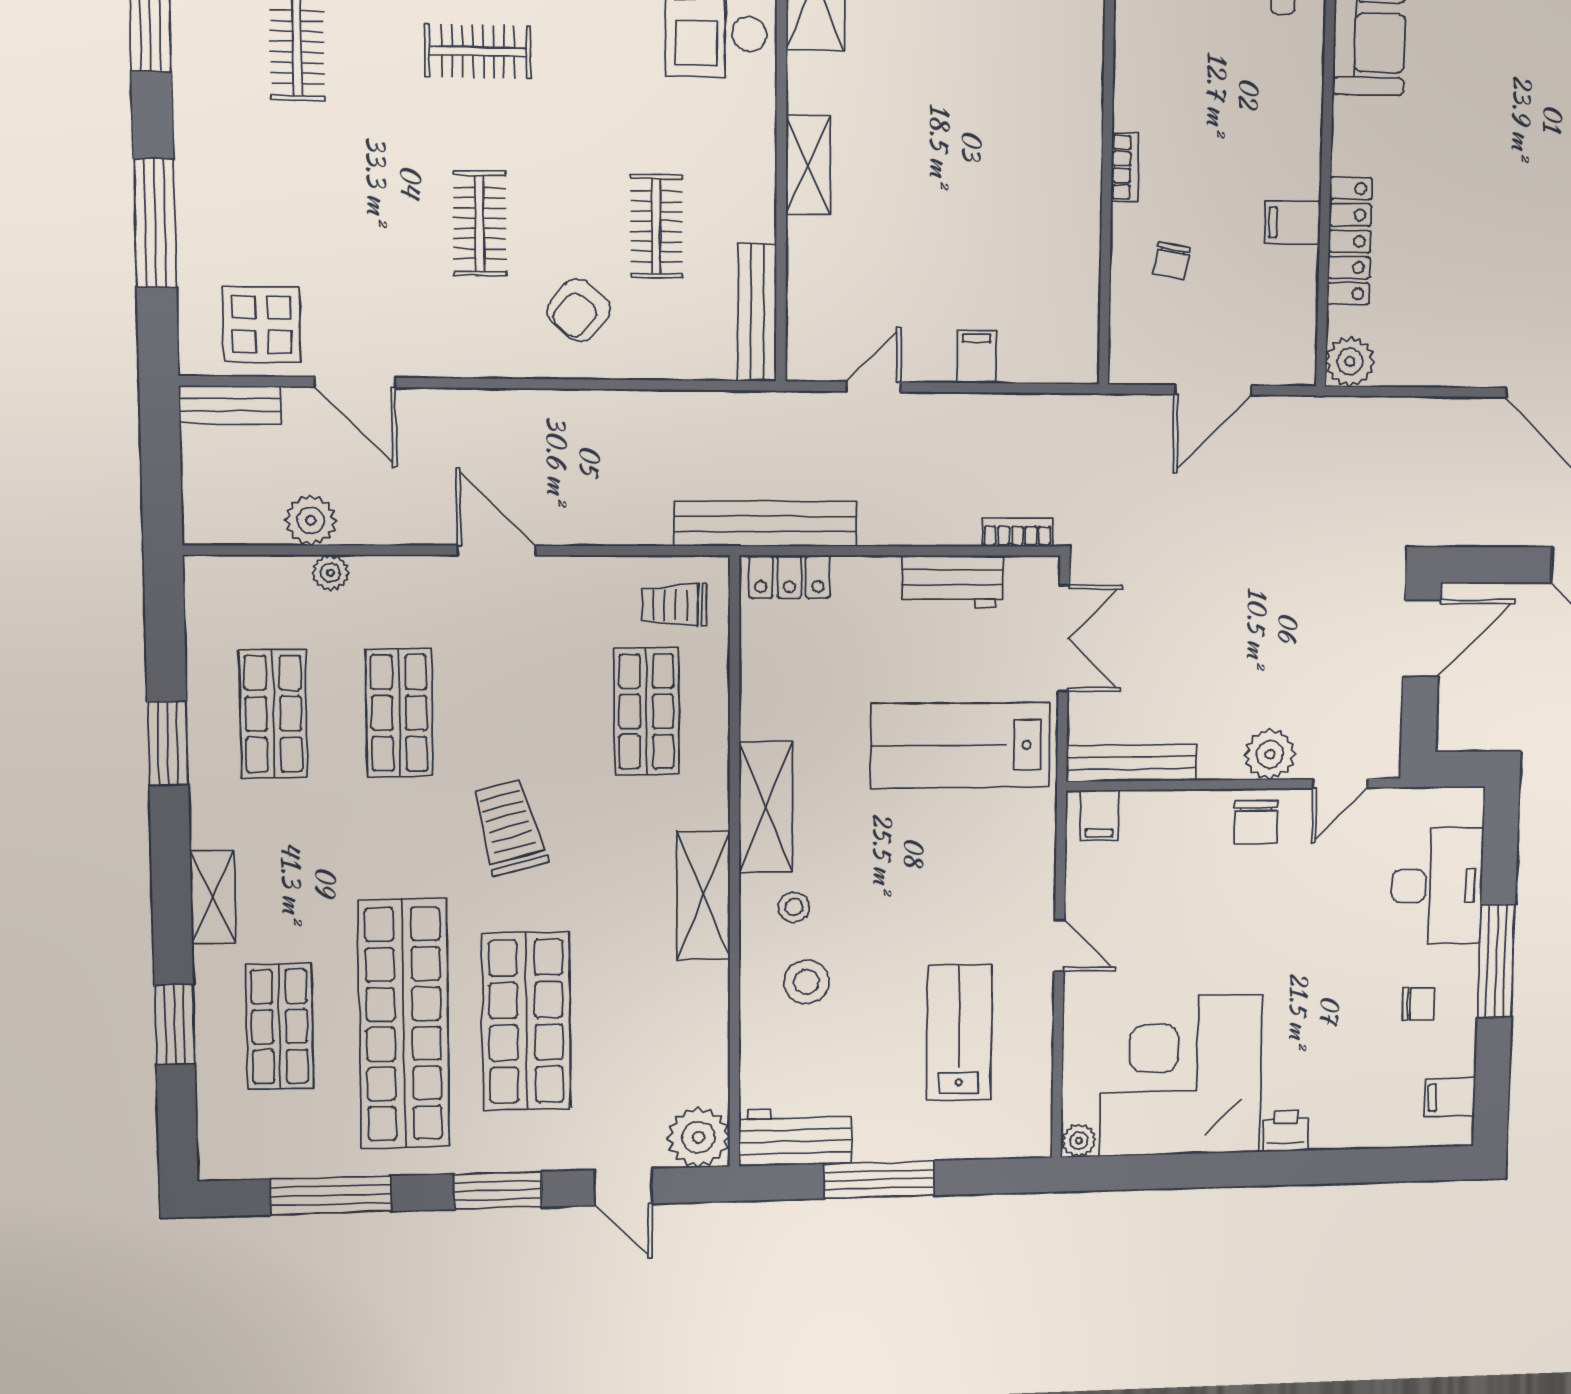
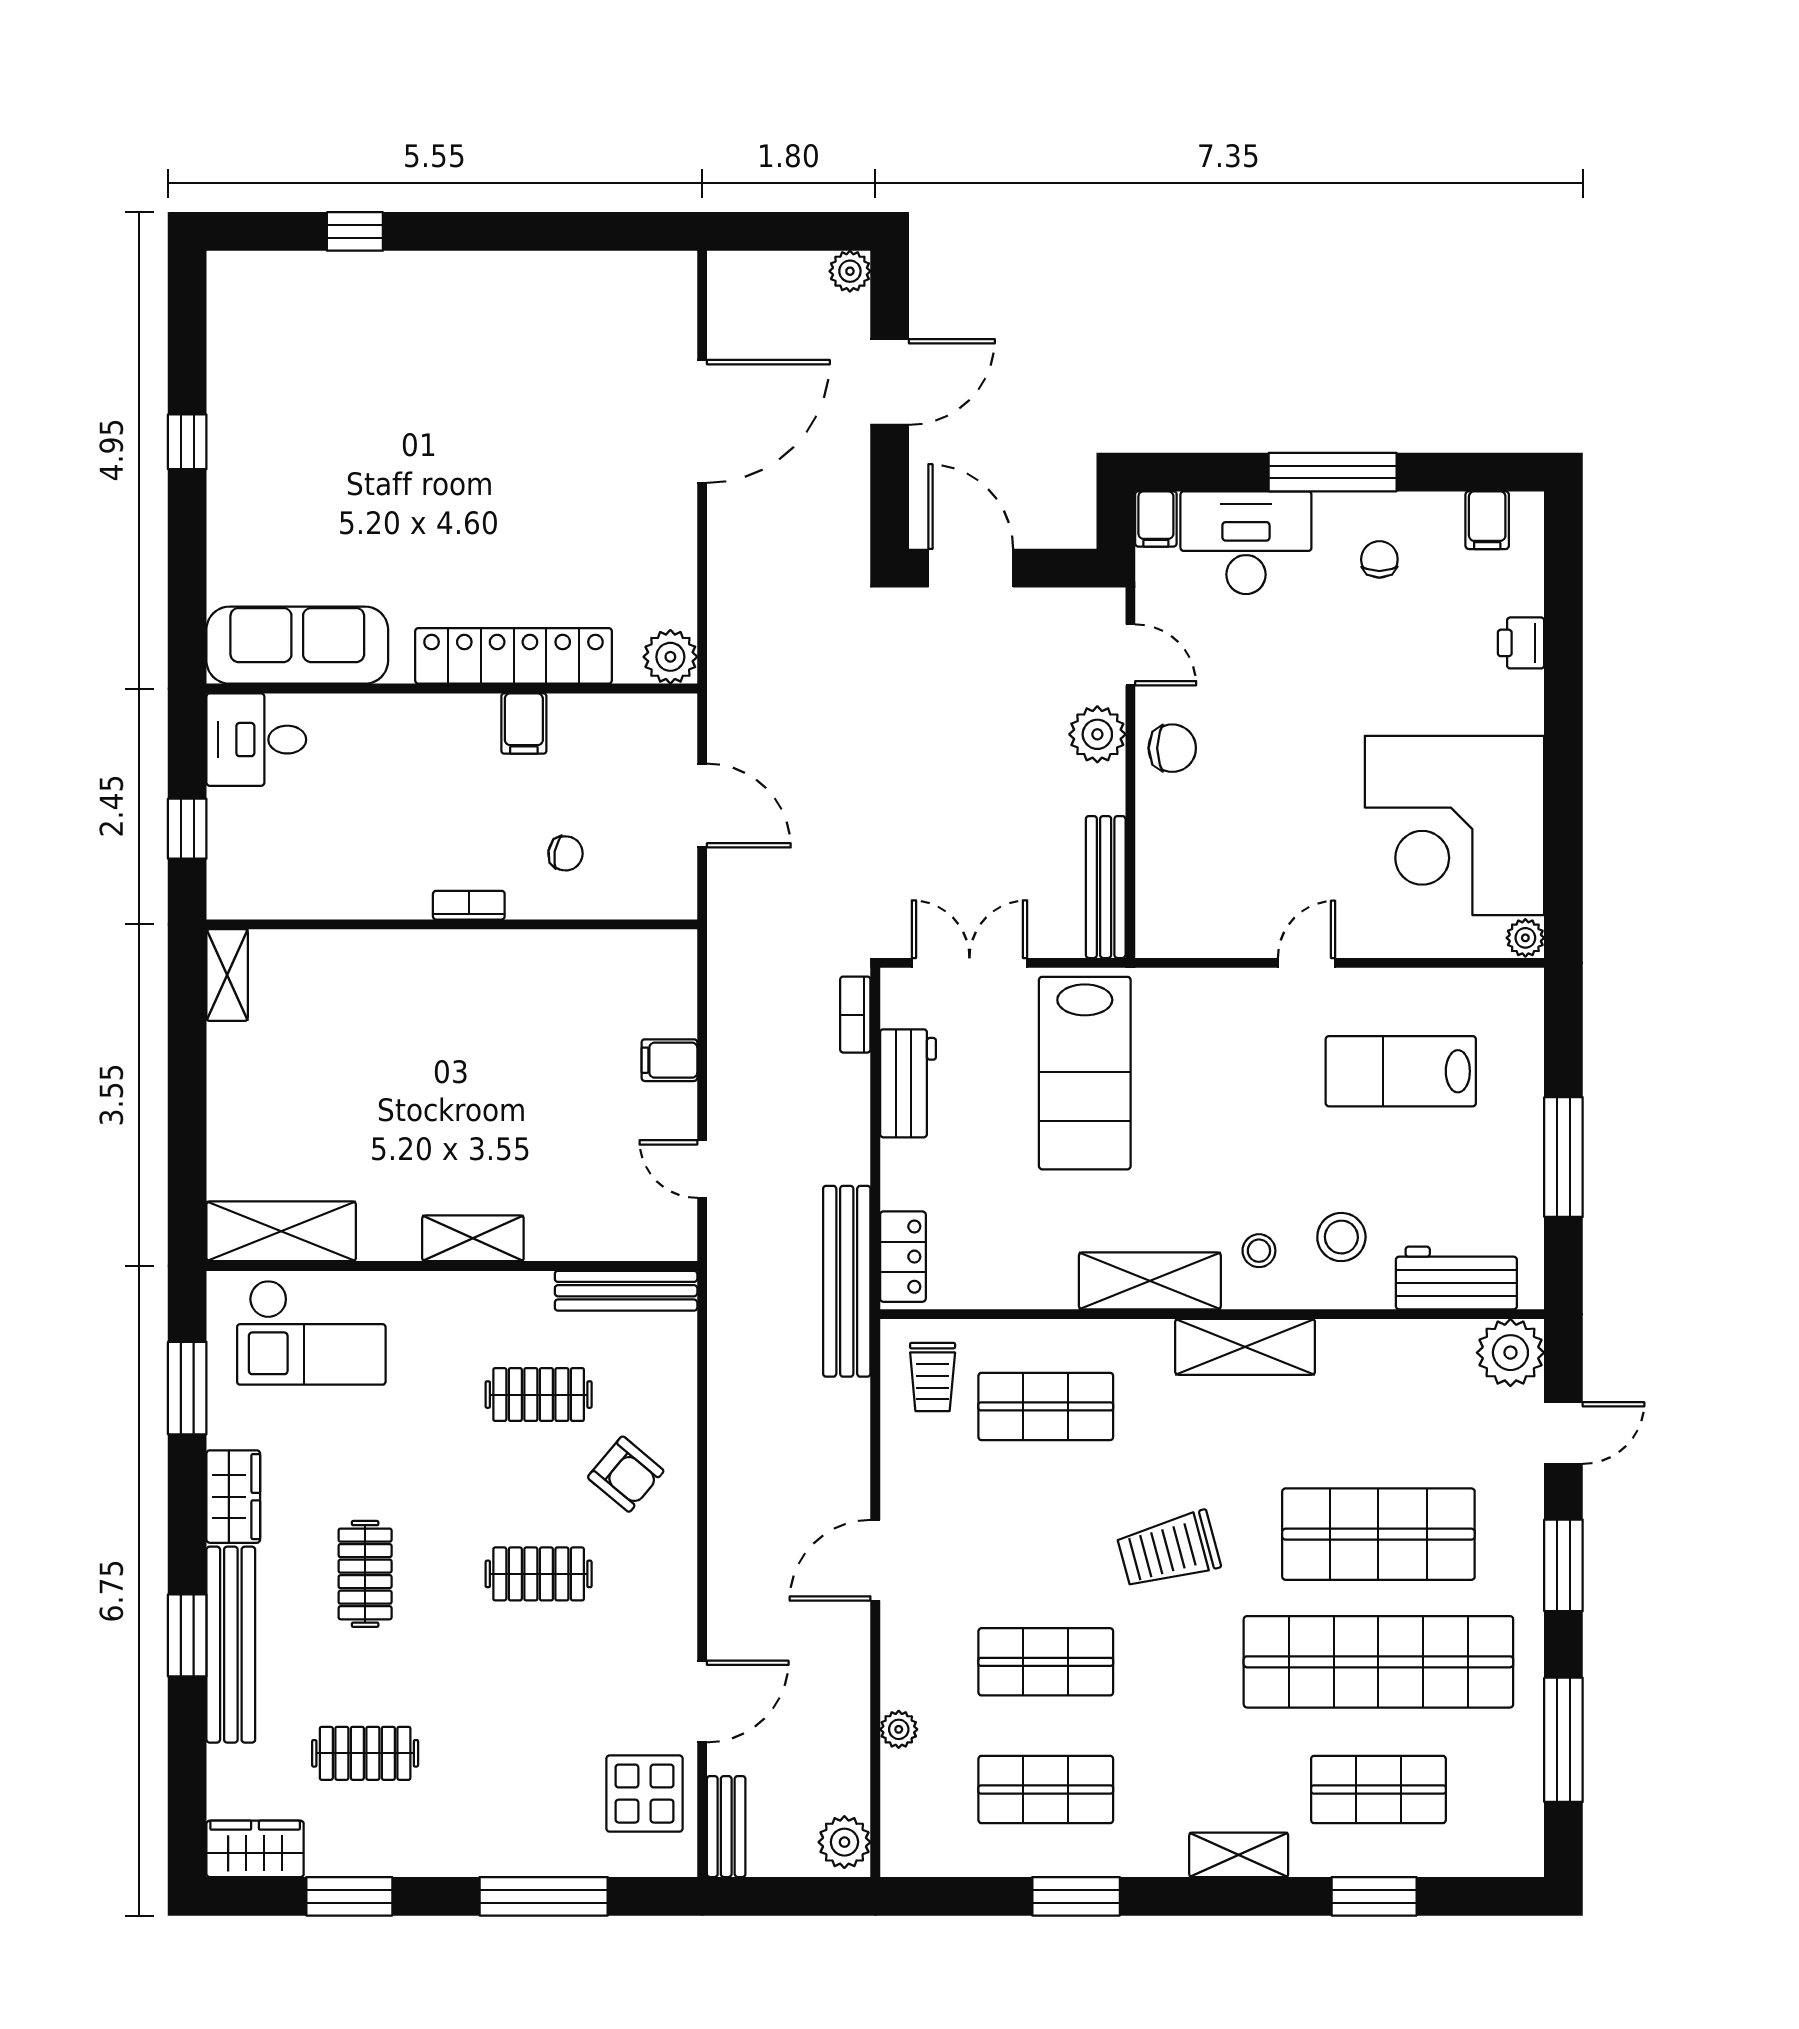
locker: (1350, 241) -> (514, 656), width x1.41, depth x1.21
plant: (311, 520) -> (844, 1842), moved
filing cabinet: (1099, 815) -> (1156, 519), moved, turned 90
printer: (1285, 1131) -> (1521, 643), moved
workbench: (795, 1137) -> (1456, 1278), moved, turned 90

